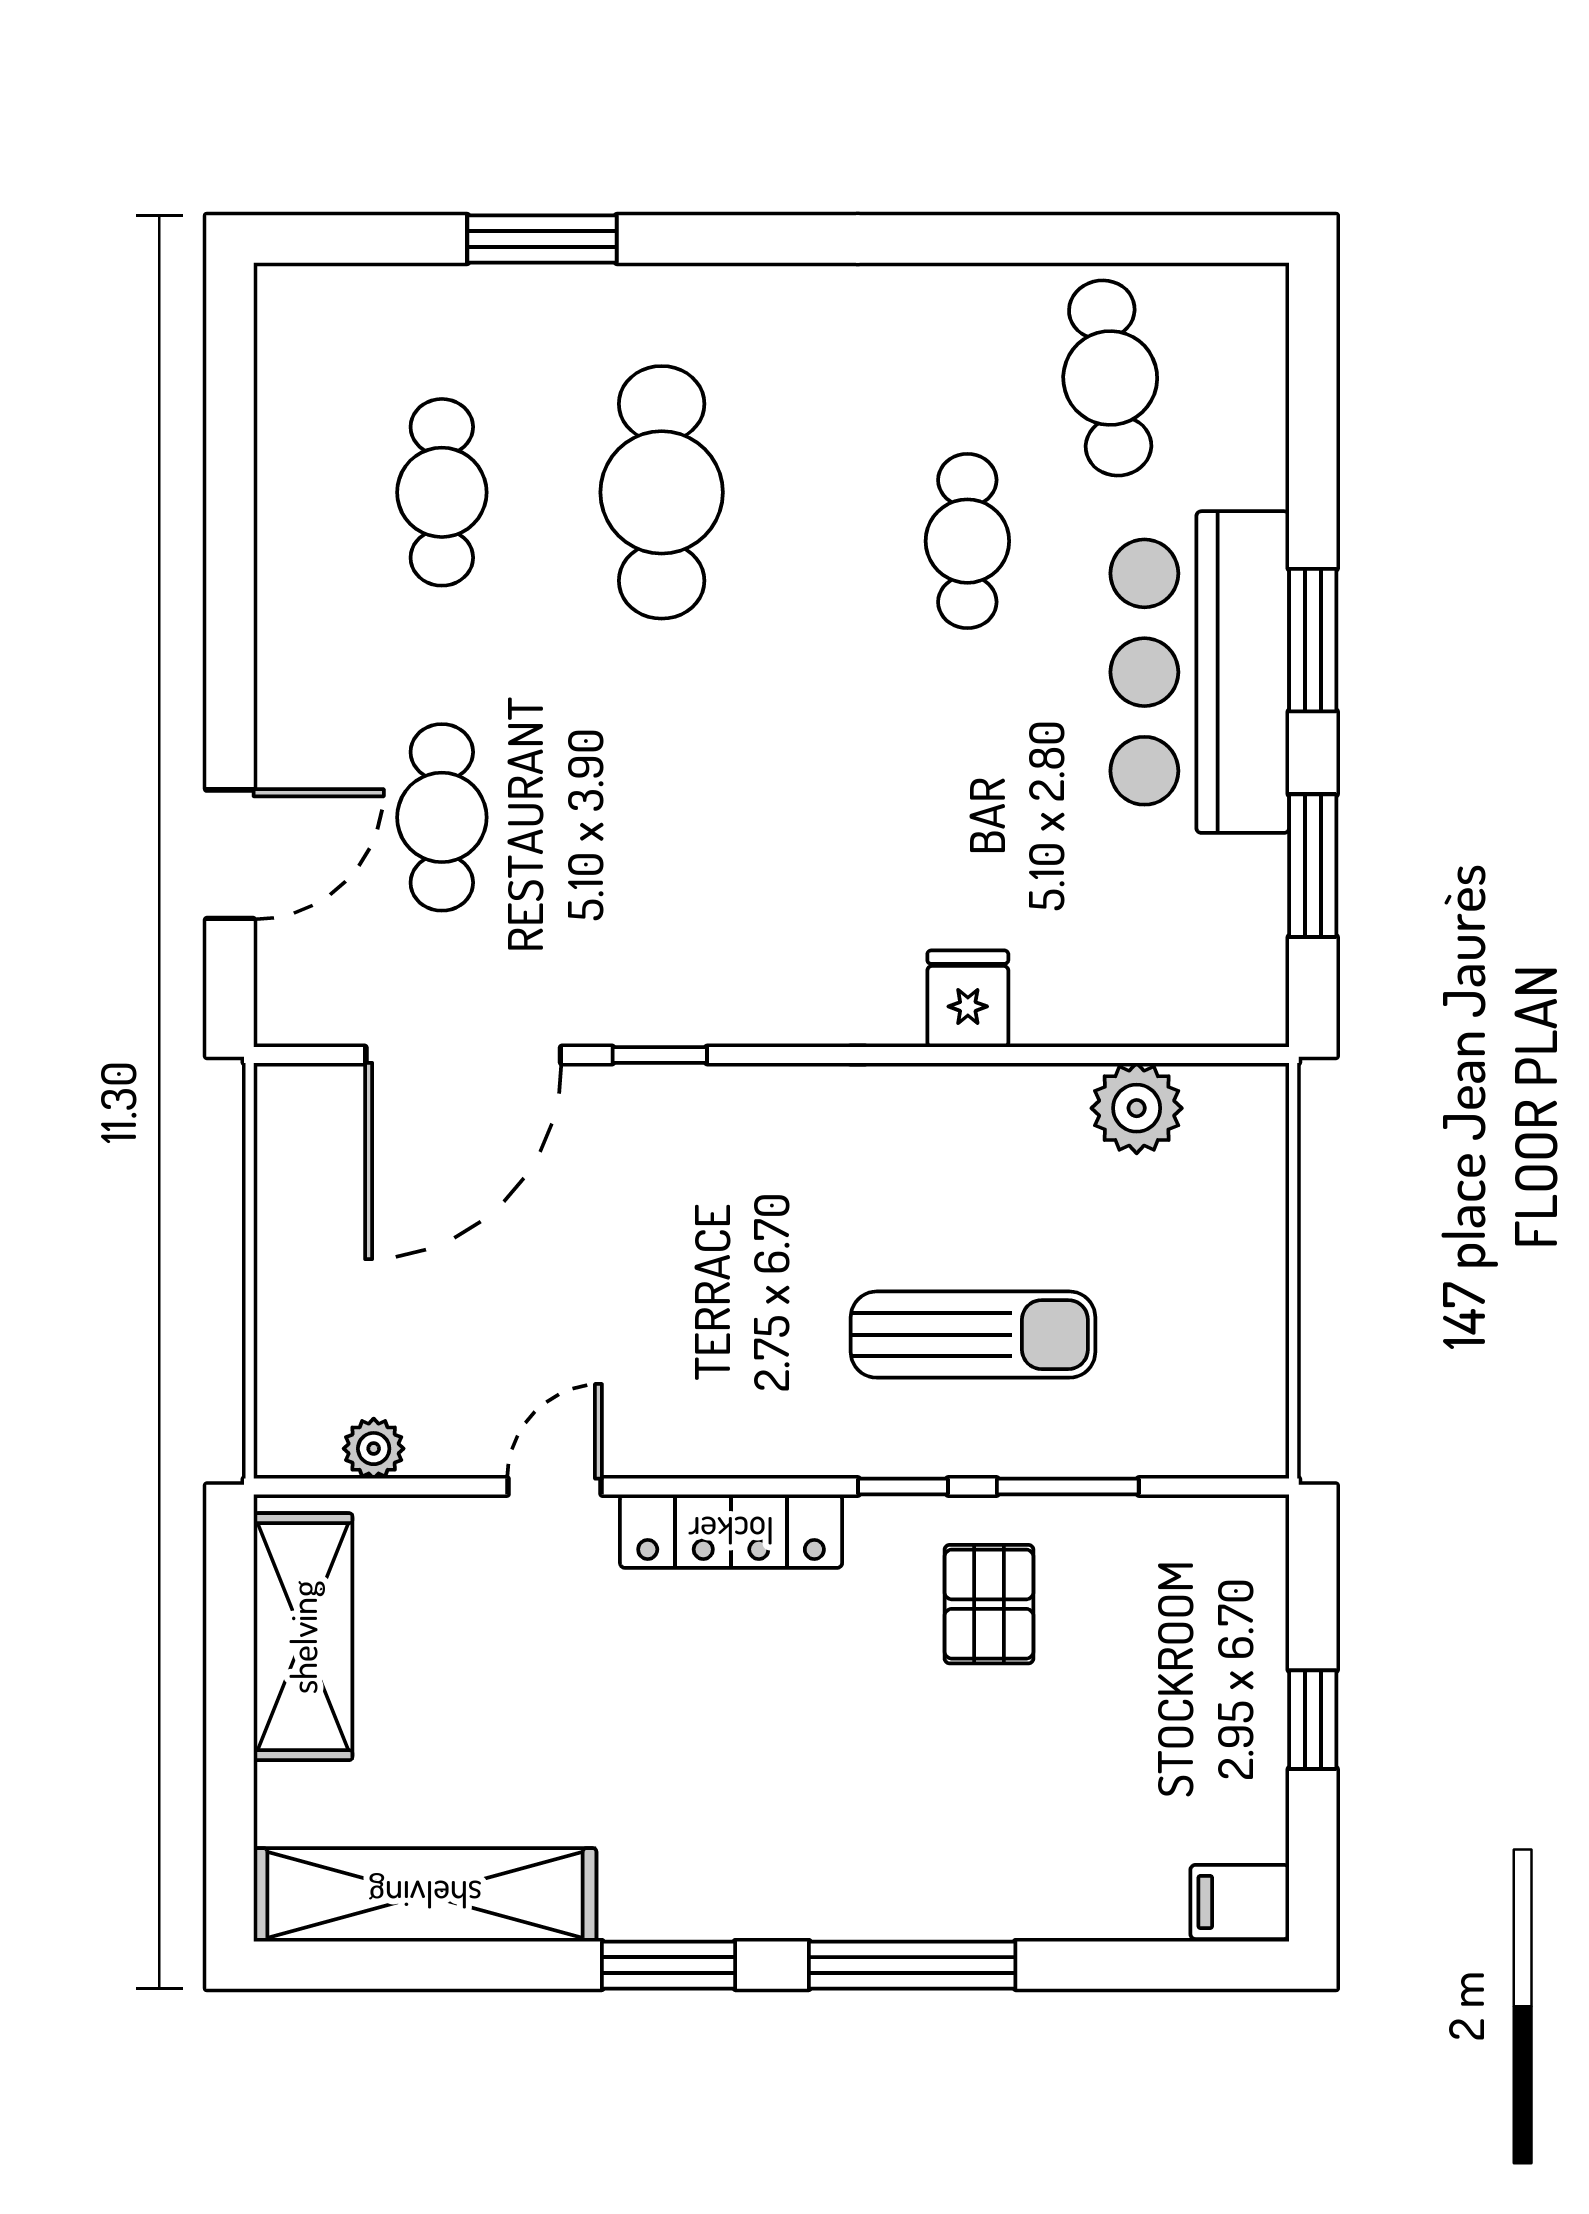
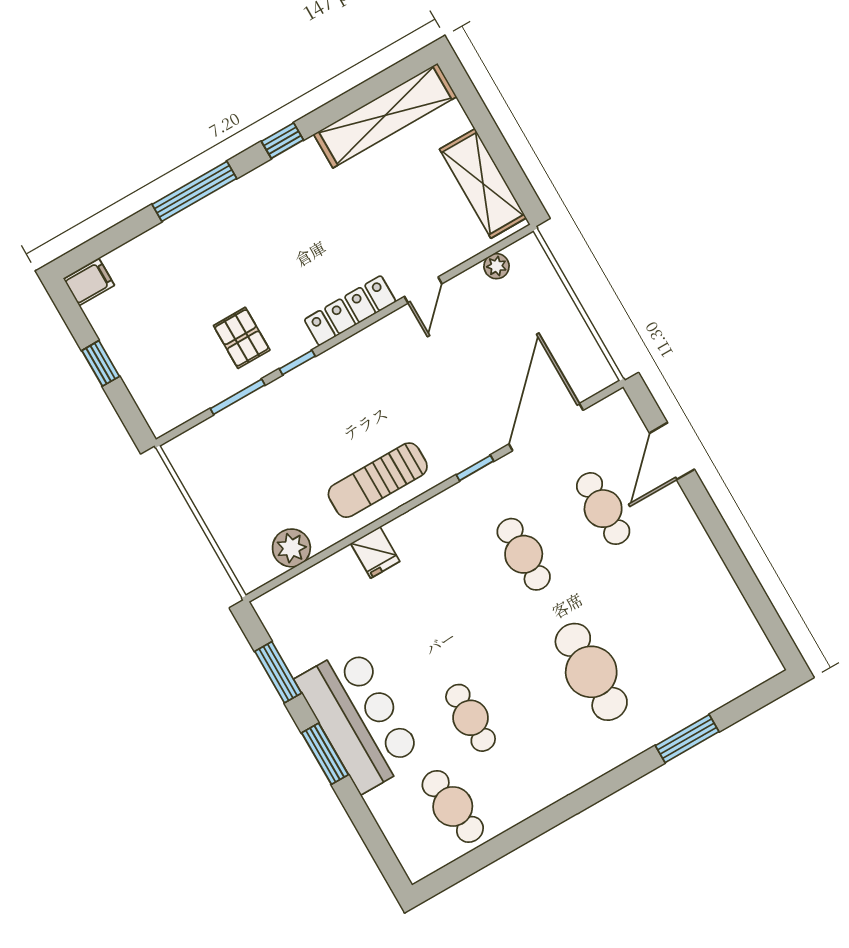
cafe table: (442, 492) -> (524, 554), moved
sun lounger: (973, 1335) -> (378, 480), moved
window: (669, 1965) -> (282, 141), width x0.67

